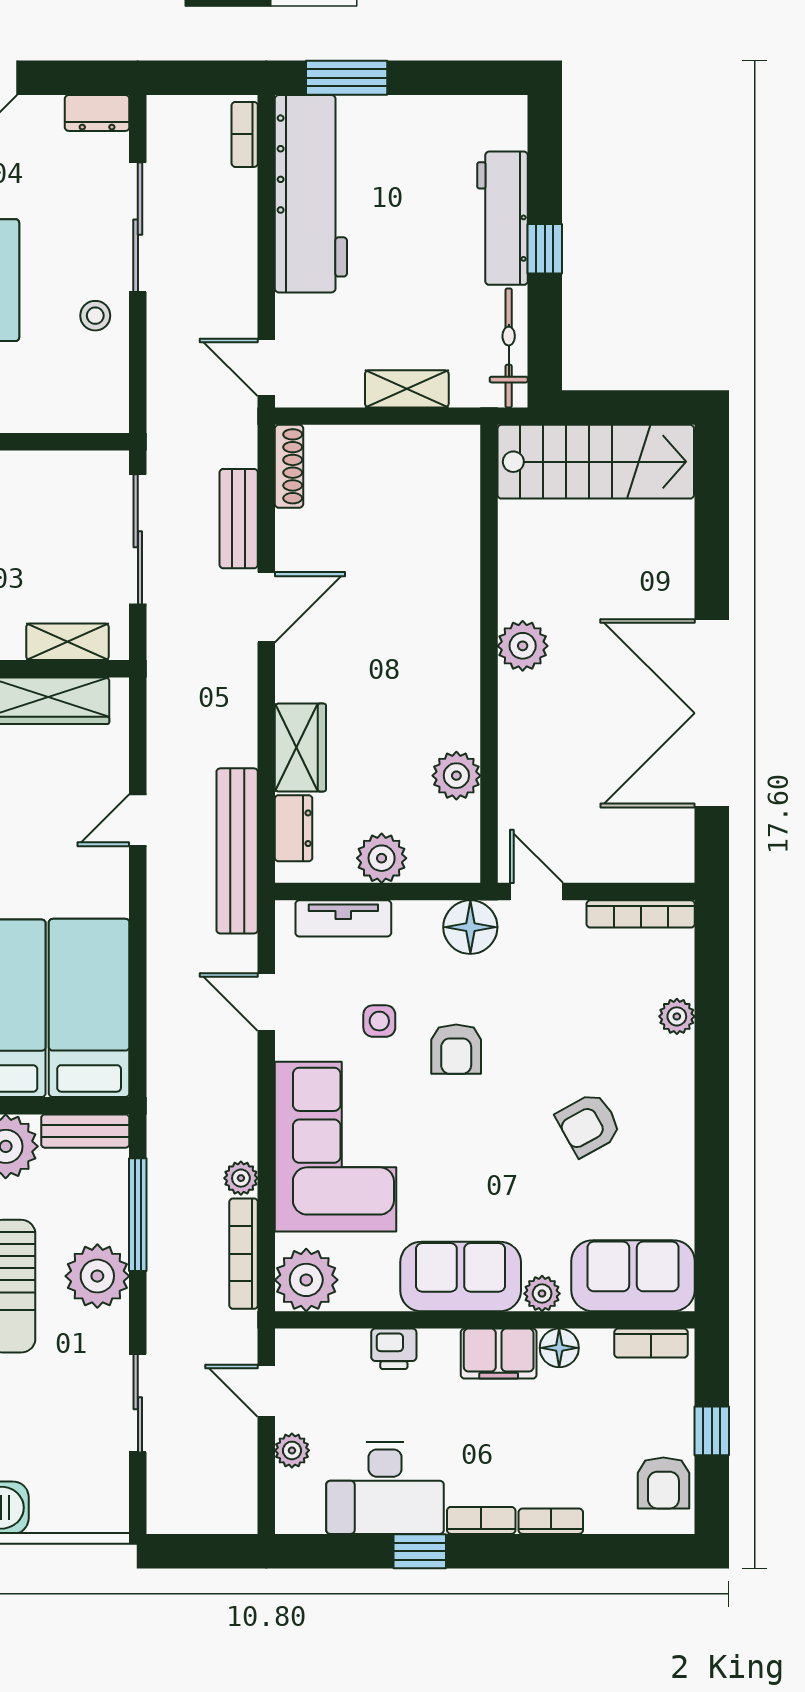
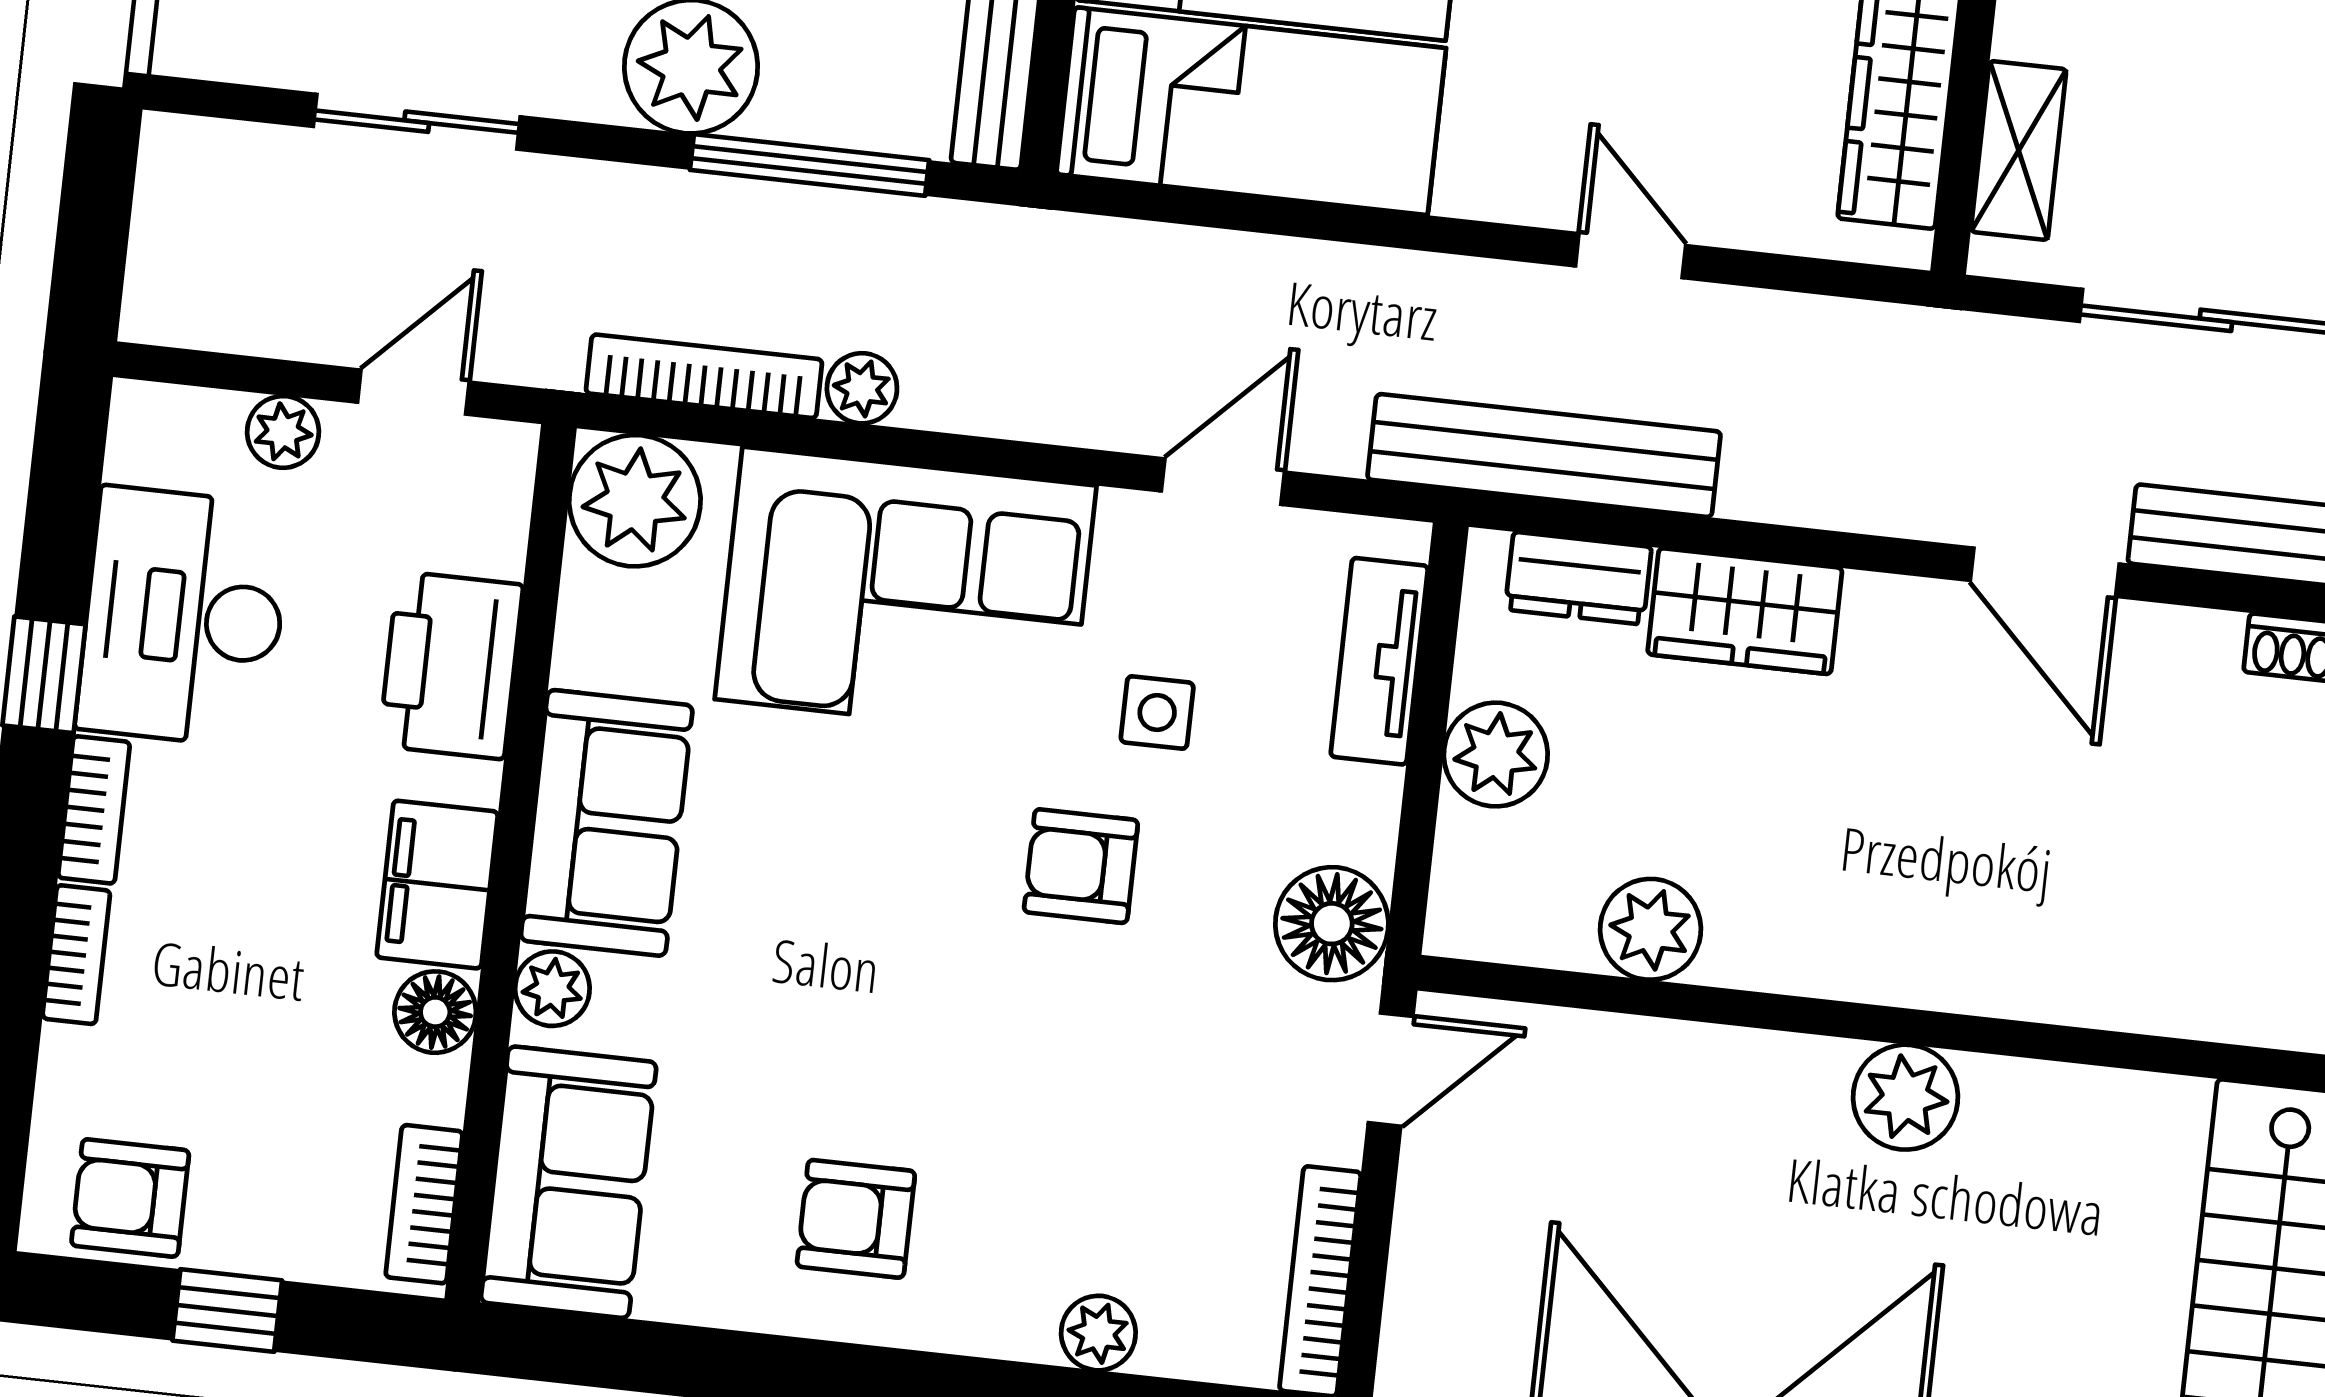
armchair: (589, 1125) -> (856, 1219), moved, turned -61
printer: (394, 1349) -> (451, 665), width x1.87, depth x1.48

